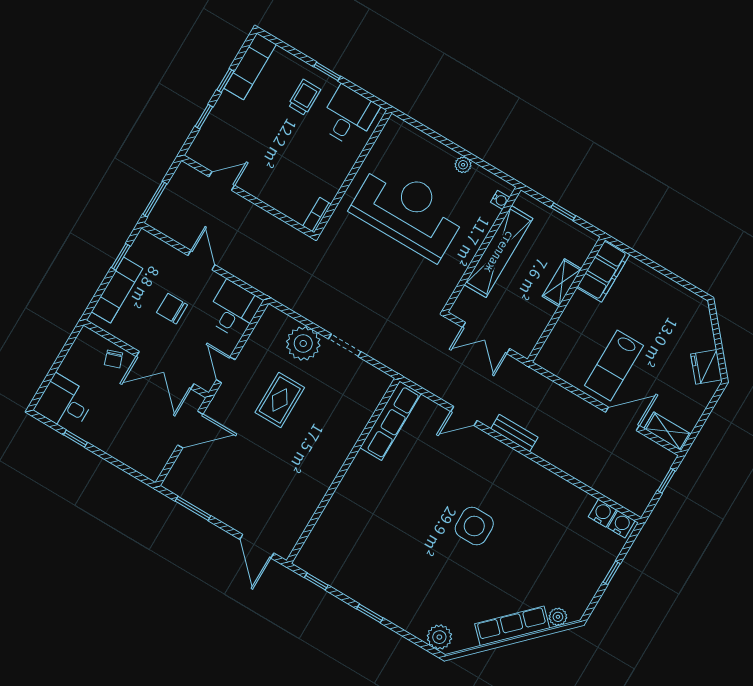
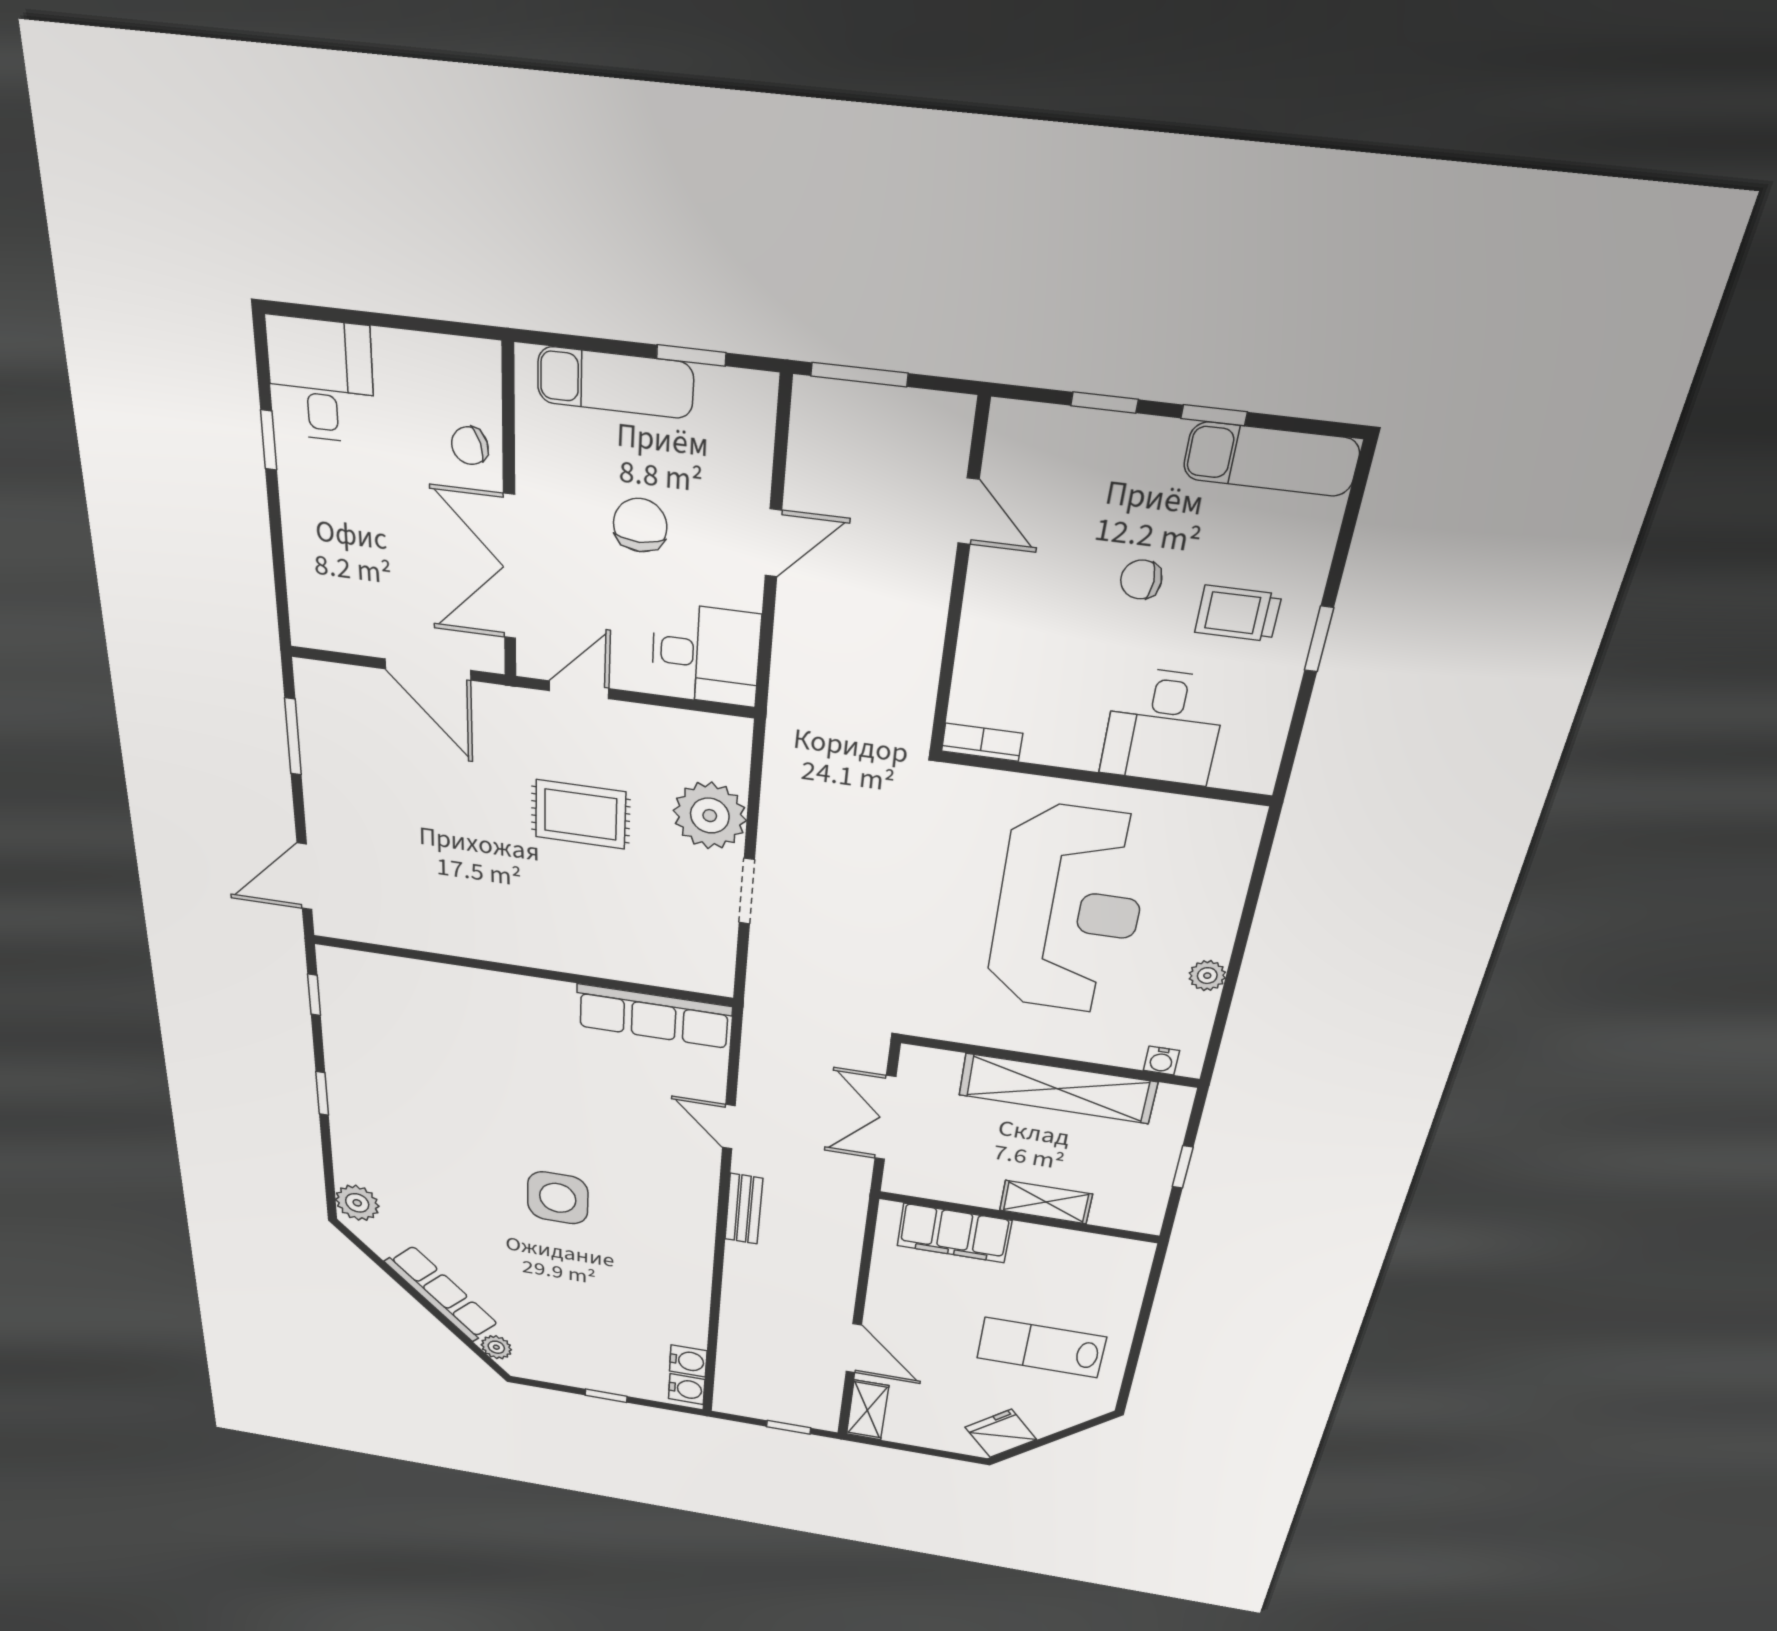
trolley: (304, 97) -> (1238, 613), turned 180
desk: (349, 116) -> (1163, 727), moved, turned 90
chair: (276, 128) -> (1141, 579), added
filing cabinet: (603, 271) -> (954, 1233), moved
lab bench: (614, 366) -> (1041, 1348), moved

